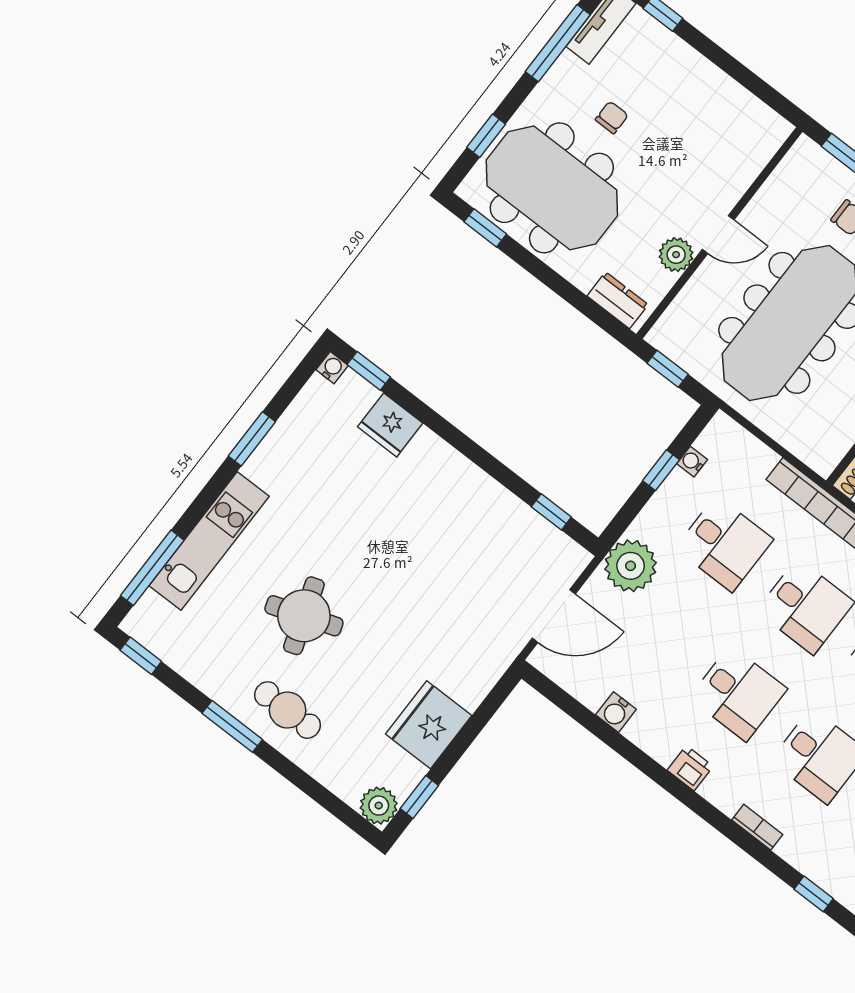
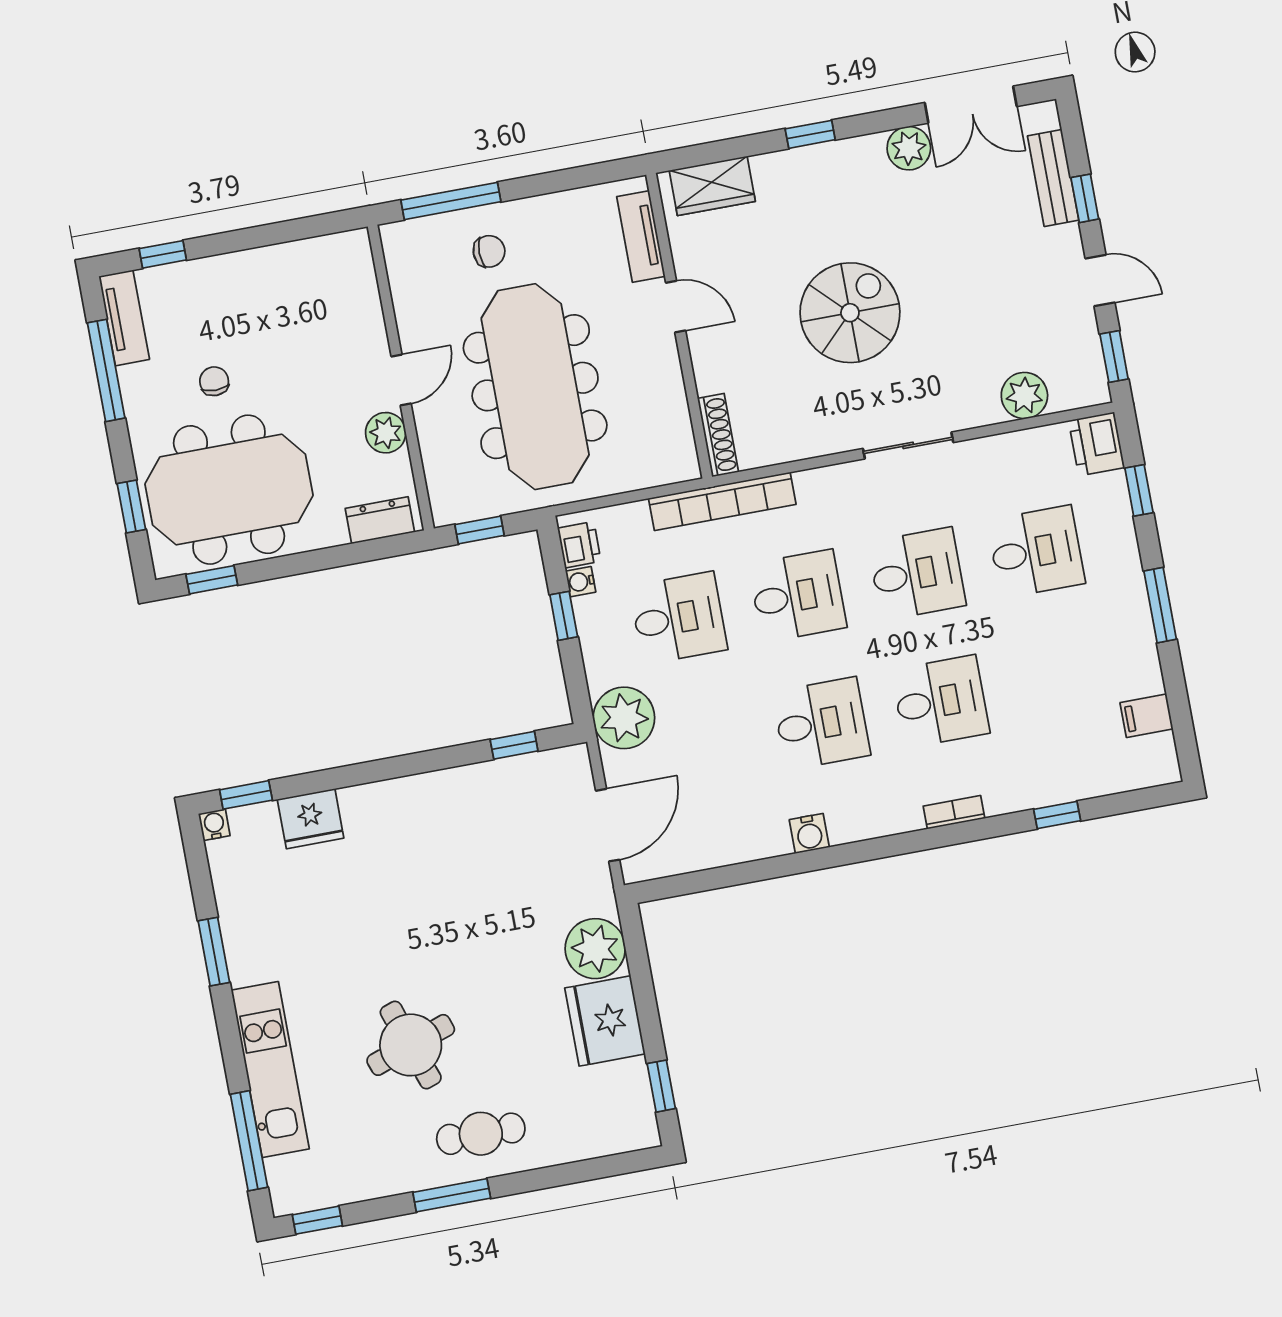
water cooler: (616, 712) -> (809, 833), moved
printer: (690, 768) -> (579, 545), moved, turned 90
plant: (379, 806) -> (595, 949), moved, width x1.36, depth x1.36

